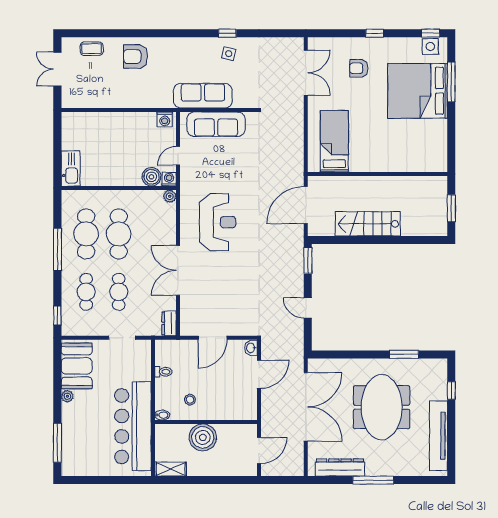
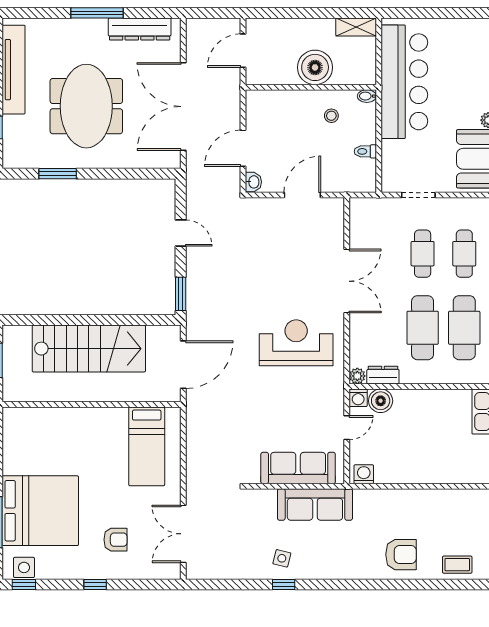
reception desk: (218, 222) -> (296, 343), turned 90
stairs: (368, 224) -> (89, 349), width x1.36, depth x1.51
dresser: (169, 323) -> (383, 375), moved, turned -90

